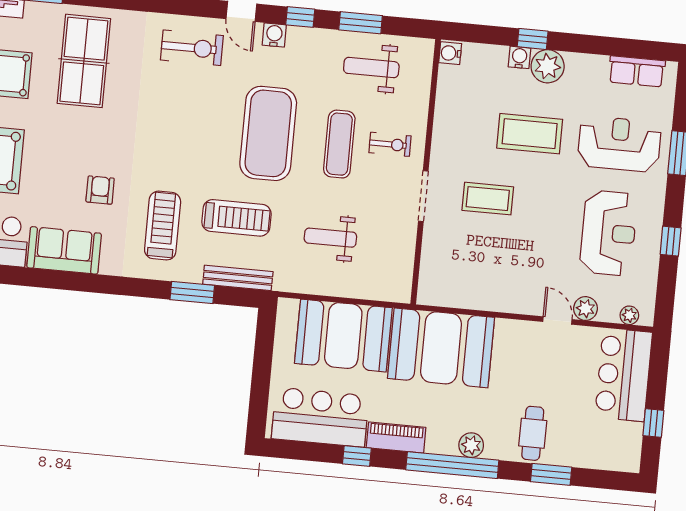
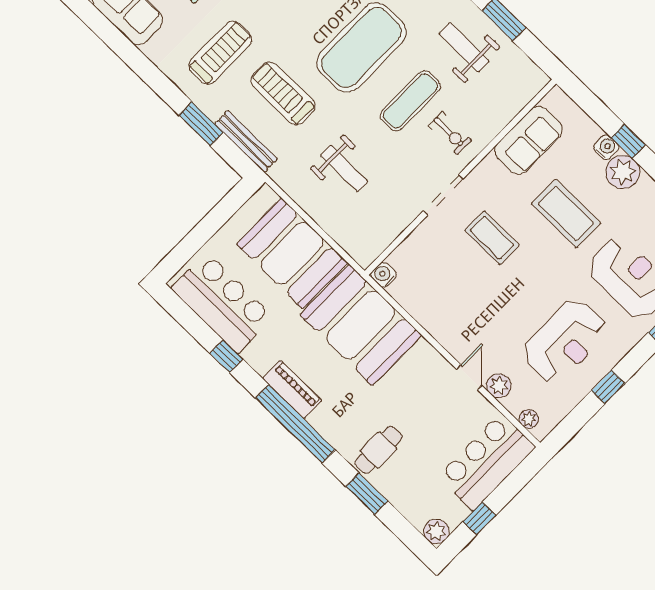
water cooler: (450, 53) -> (384, 275), moved
weight bench: (371, 68) -> (464, 47), moved
sofa: (455, 101) -> (529, 140), added
treadmill: (236, 218) -> (283, 93), turned 180
weight bench: (330, 238) -> (344, 168), turned 180
piano: (396, 438) -> (292, 390), moved
plant: (471, 445) -> (436, 531), moved

